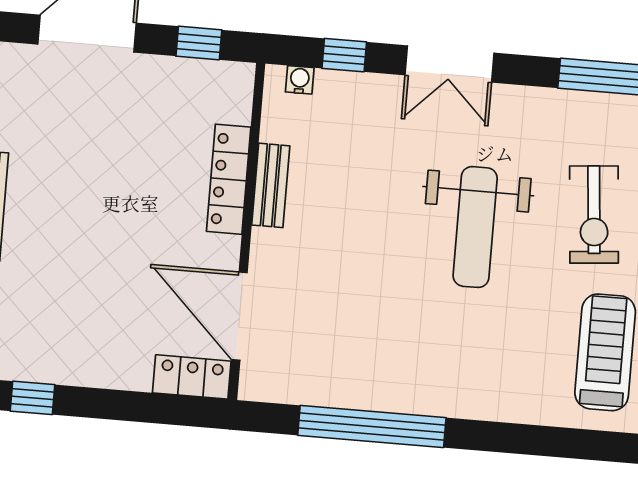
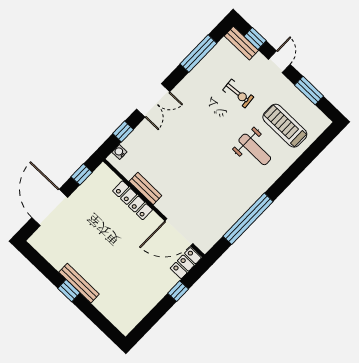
exercise bike: (594, 215) -> (238, 94), width x0.73, depth x0.72
weight bench: (475, 227) -> (255, 149), moved, width x0.73, depth x0.75
window: (33, 398) -> (178, 291), moved

